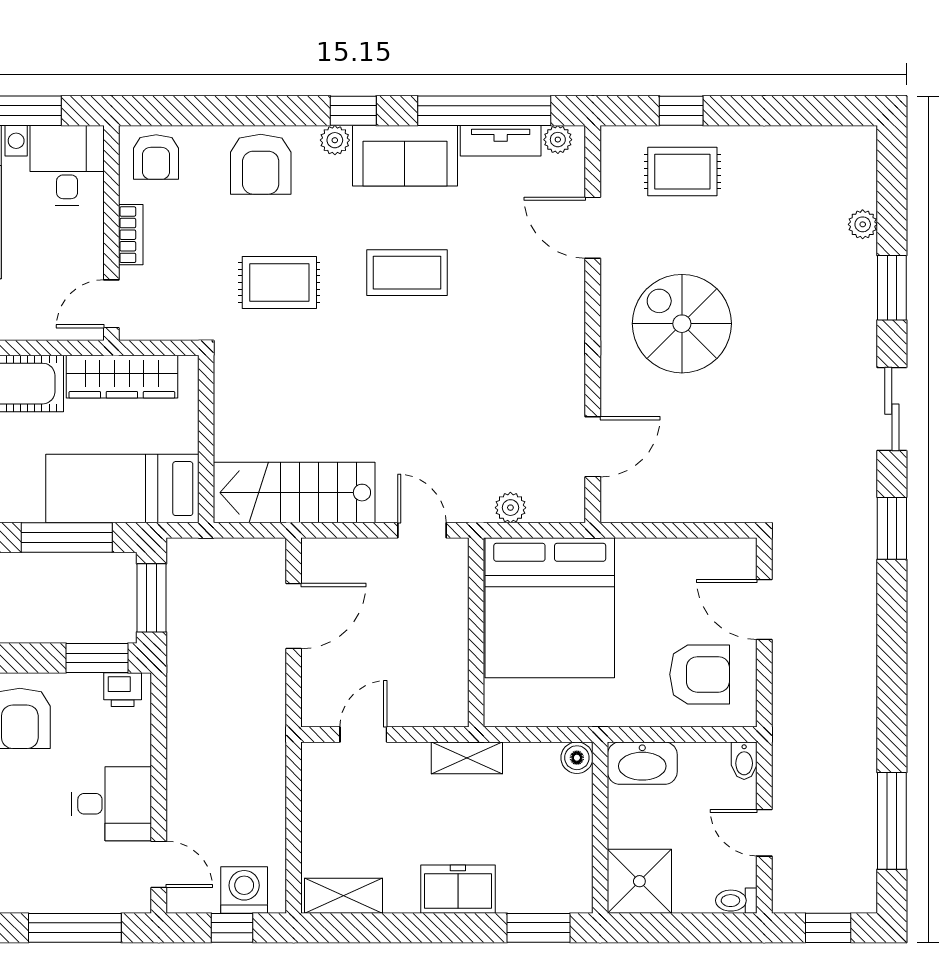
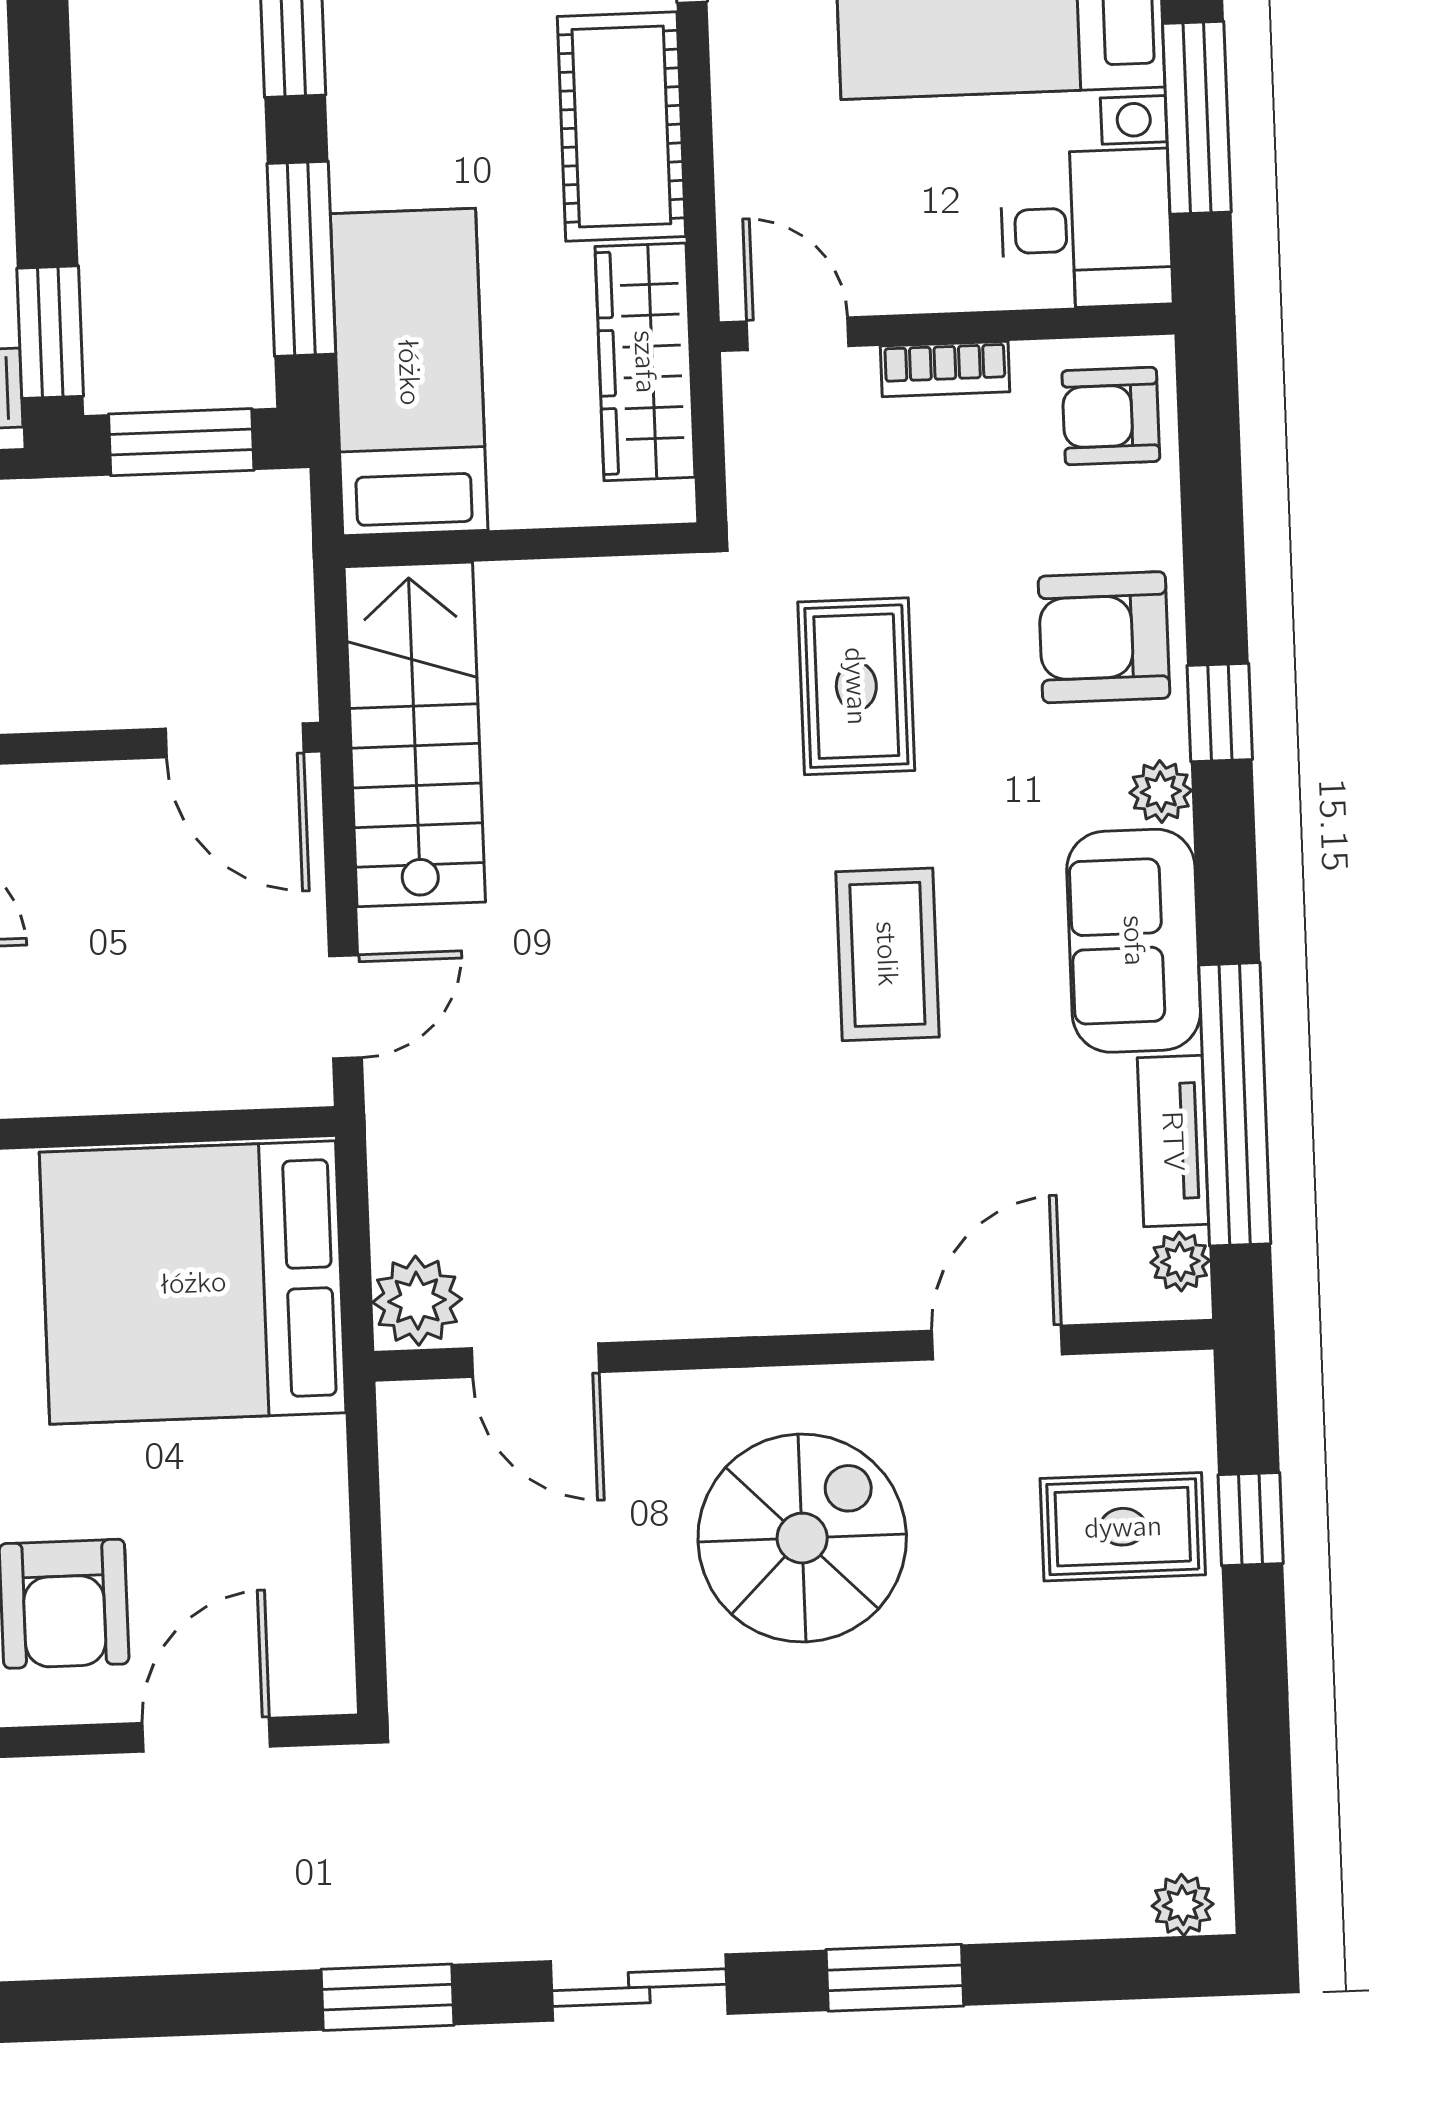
window: (353, 111) -> (1220, 713), moved
rug: (682, 172) -> (1123, 1527), turned 90
plant: (863, 224) -> (1183, 1905), moved
plant: (510, 508) -> (417, 1301), moved, width x1.38, depth x1.38
door: (294, 616) -> (235, 740), moved

